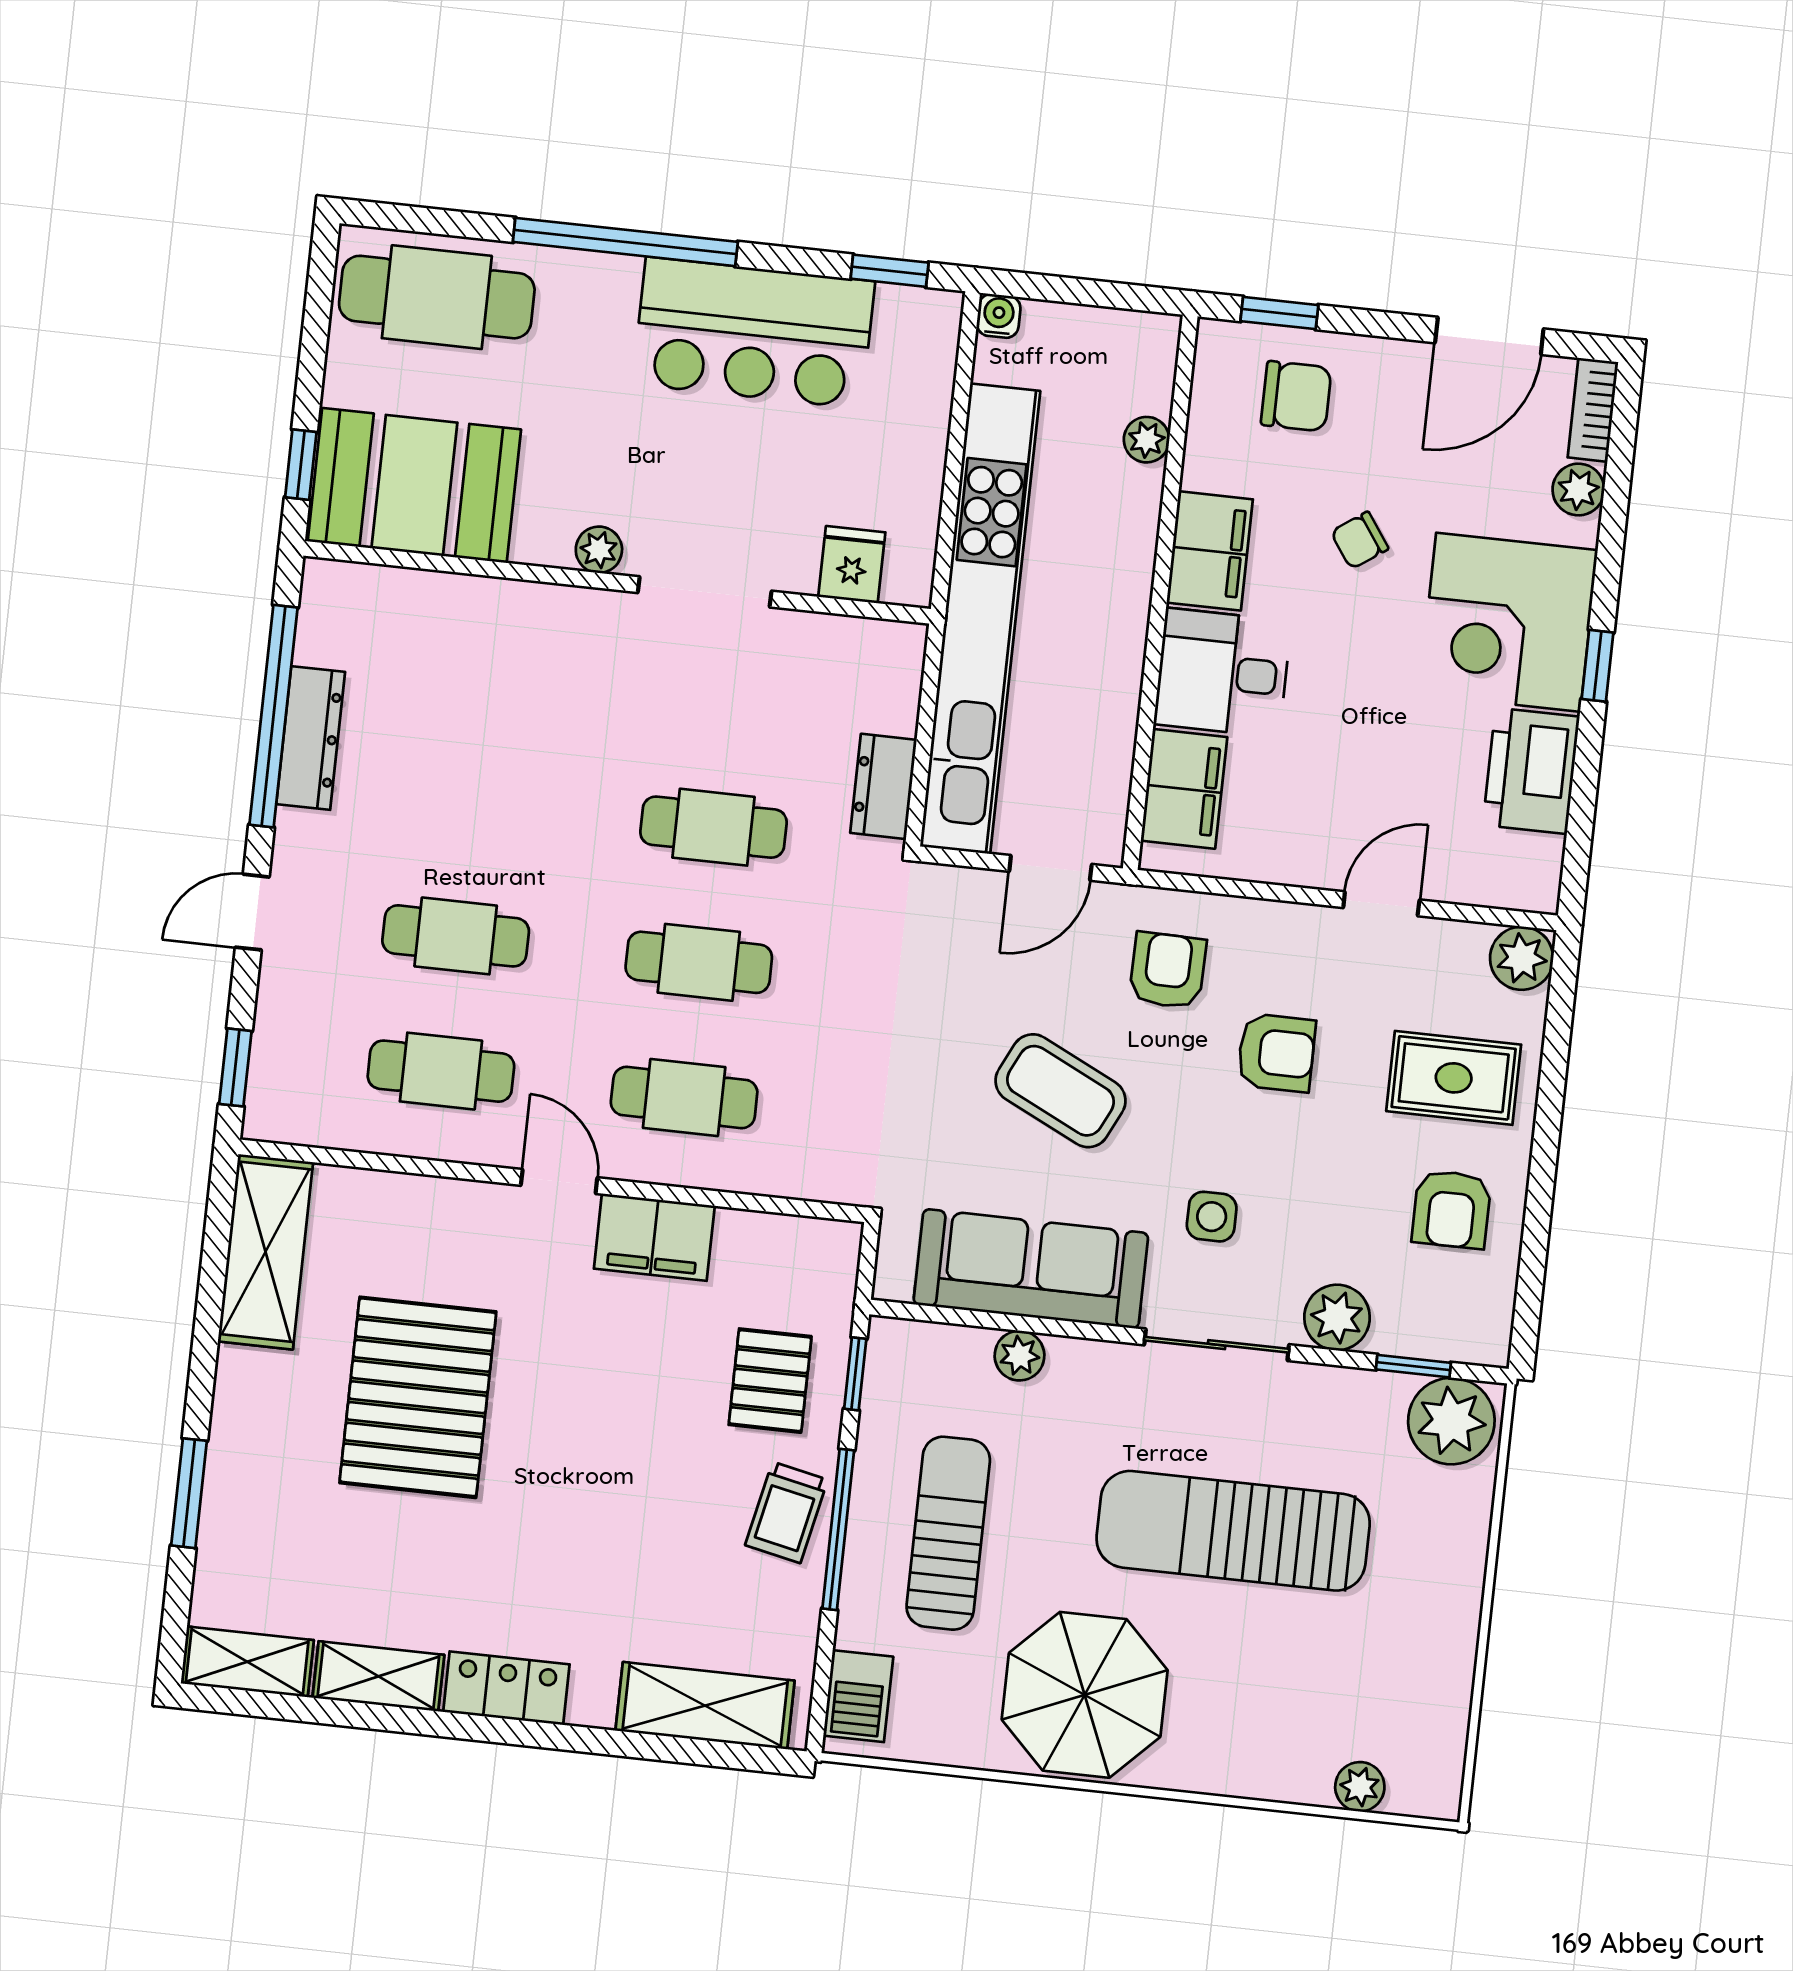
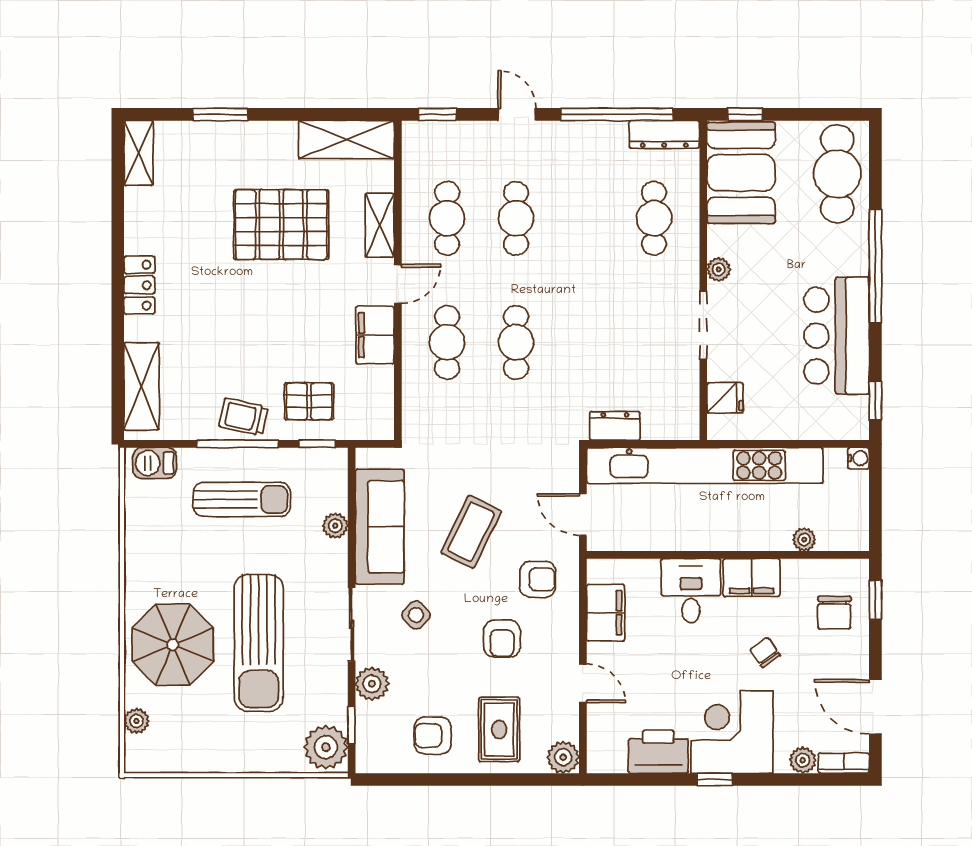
dresser: (311, 738) -> (664, 134), moved
filing cabinet: (1184, 789) -> (606, 613), moved, turned -90
cafe table: (713, 827) -> (654, 218), moved
side table: (1212, 1217) -> (416, 615), turned 45
sun lounger: (1233, 1531) -> (259, 643), turned 180
shelving: (378, 1676) -> (380, 225), moved
parasol: (1085, 1695) -> (173, 645), moved

